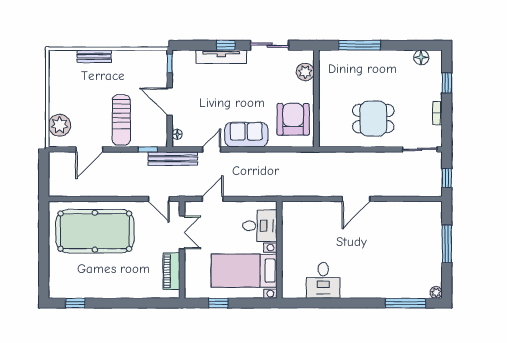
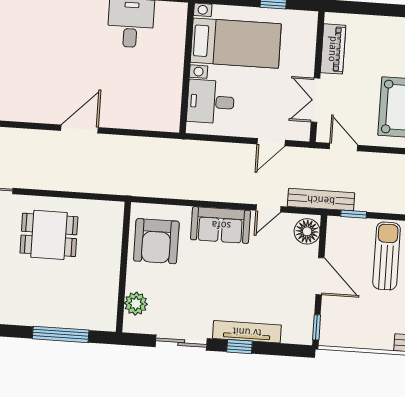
floor lamp: (177, 134) -> (307, 231), width x1.89, depth x1.89

